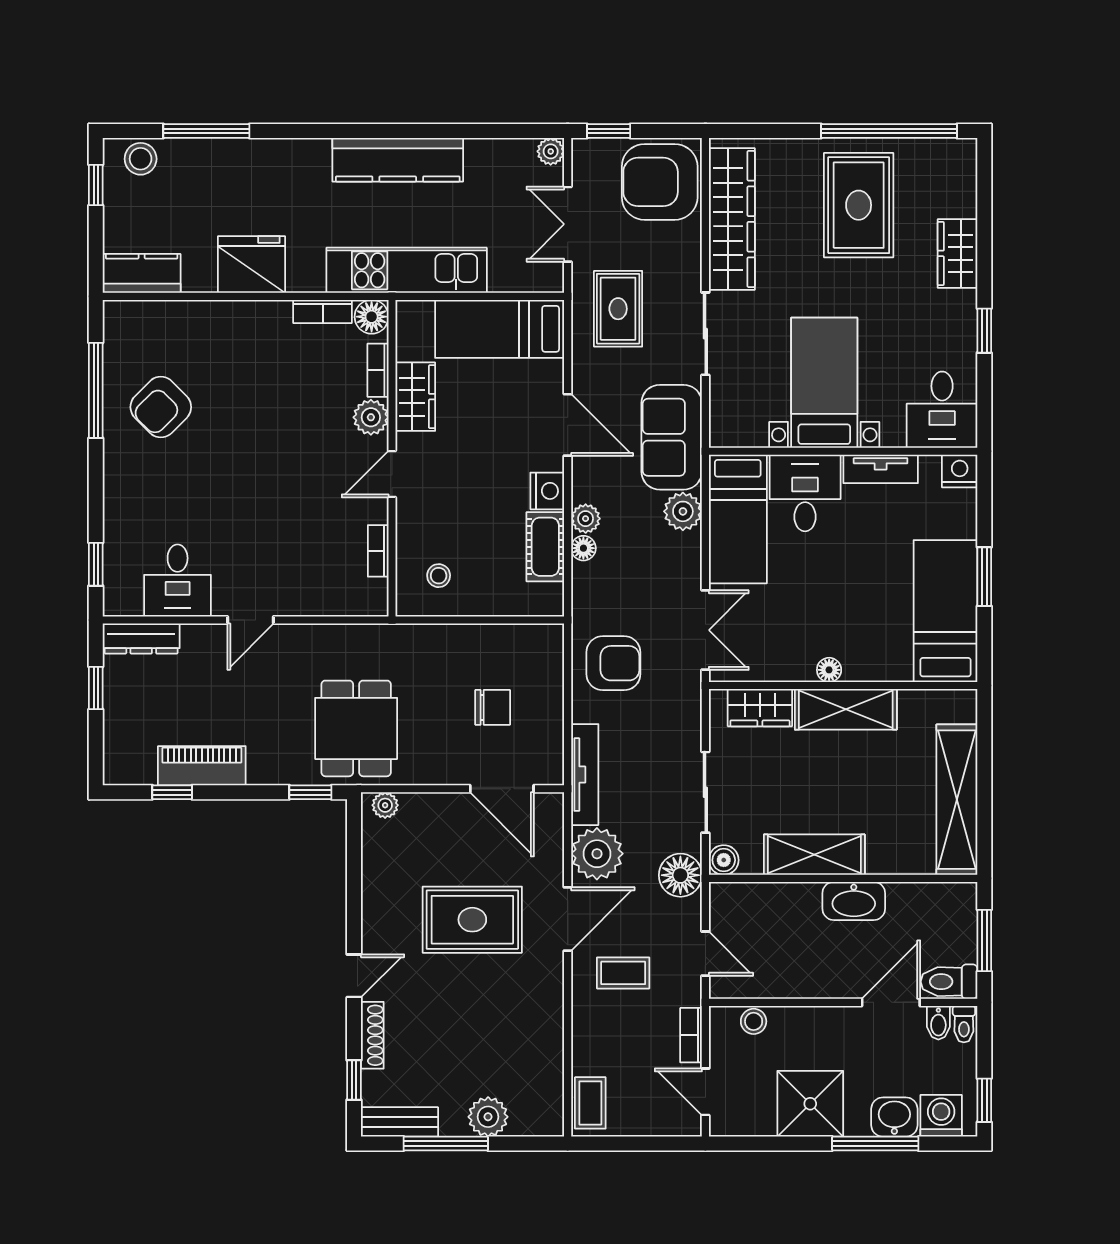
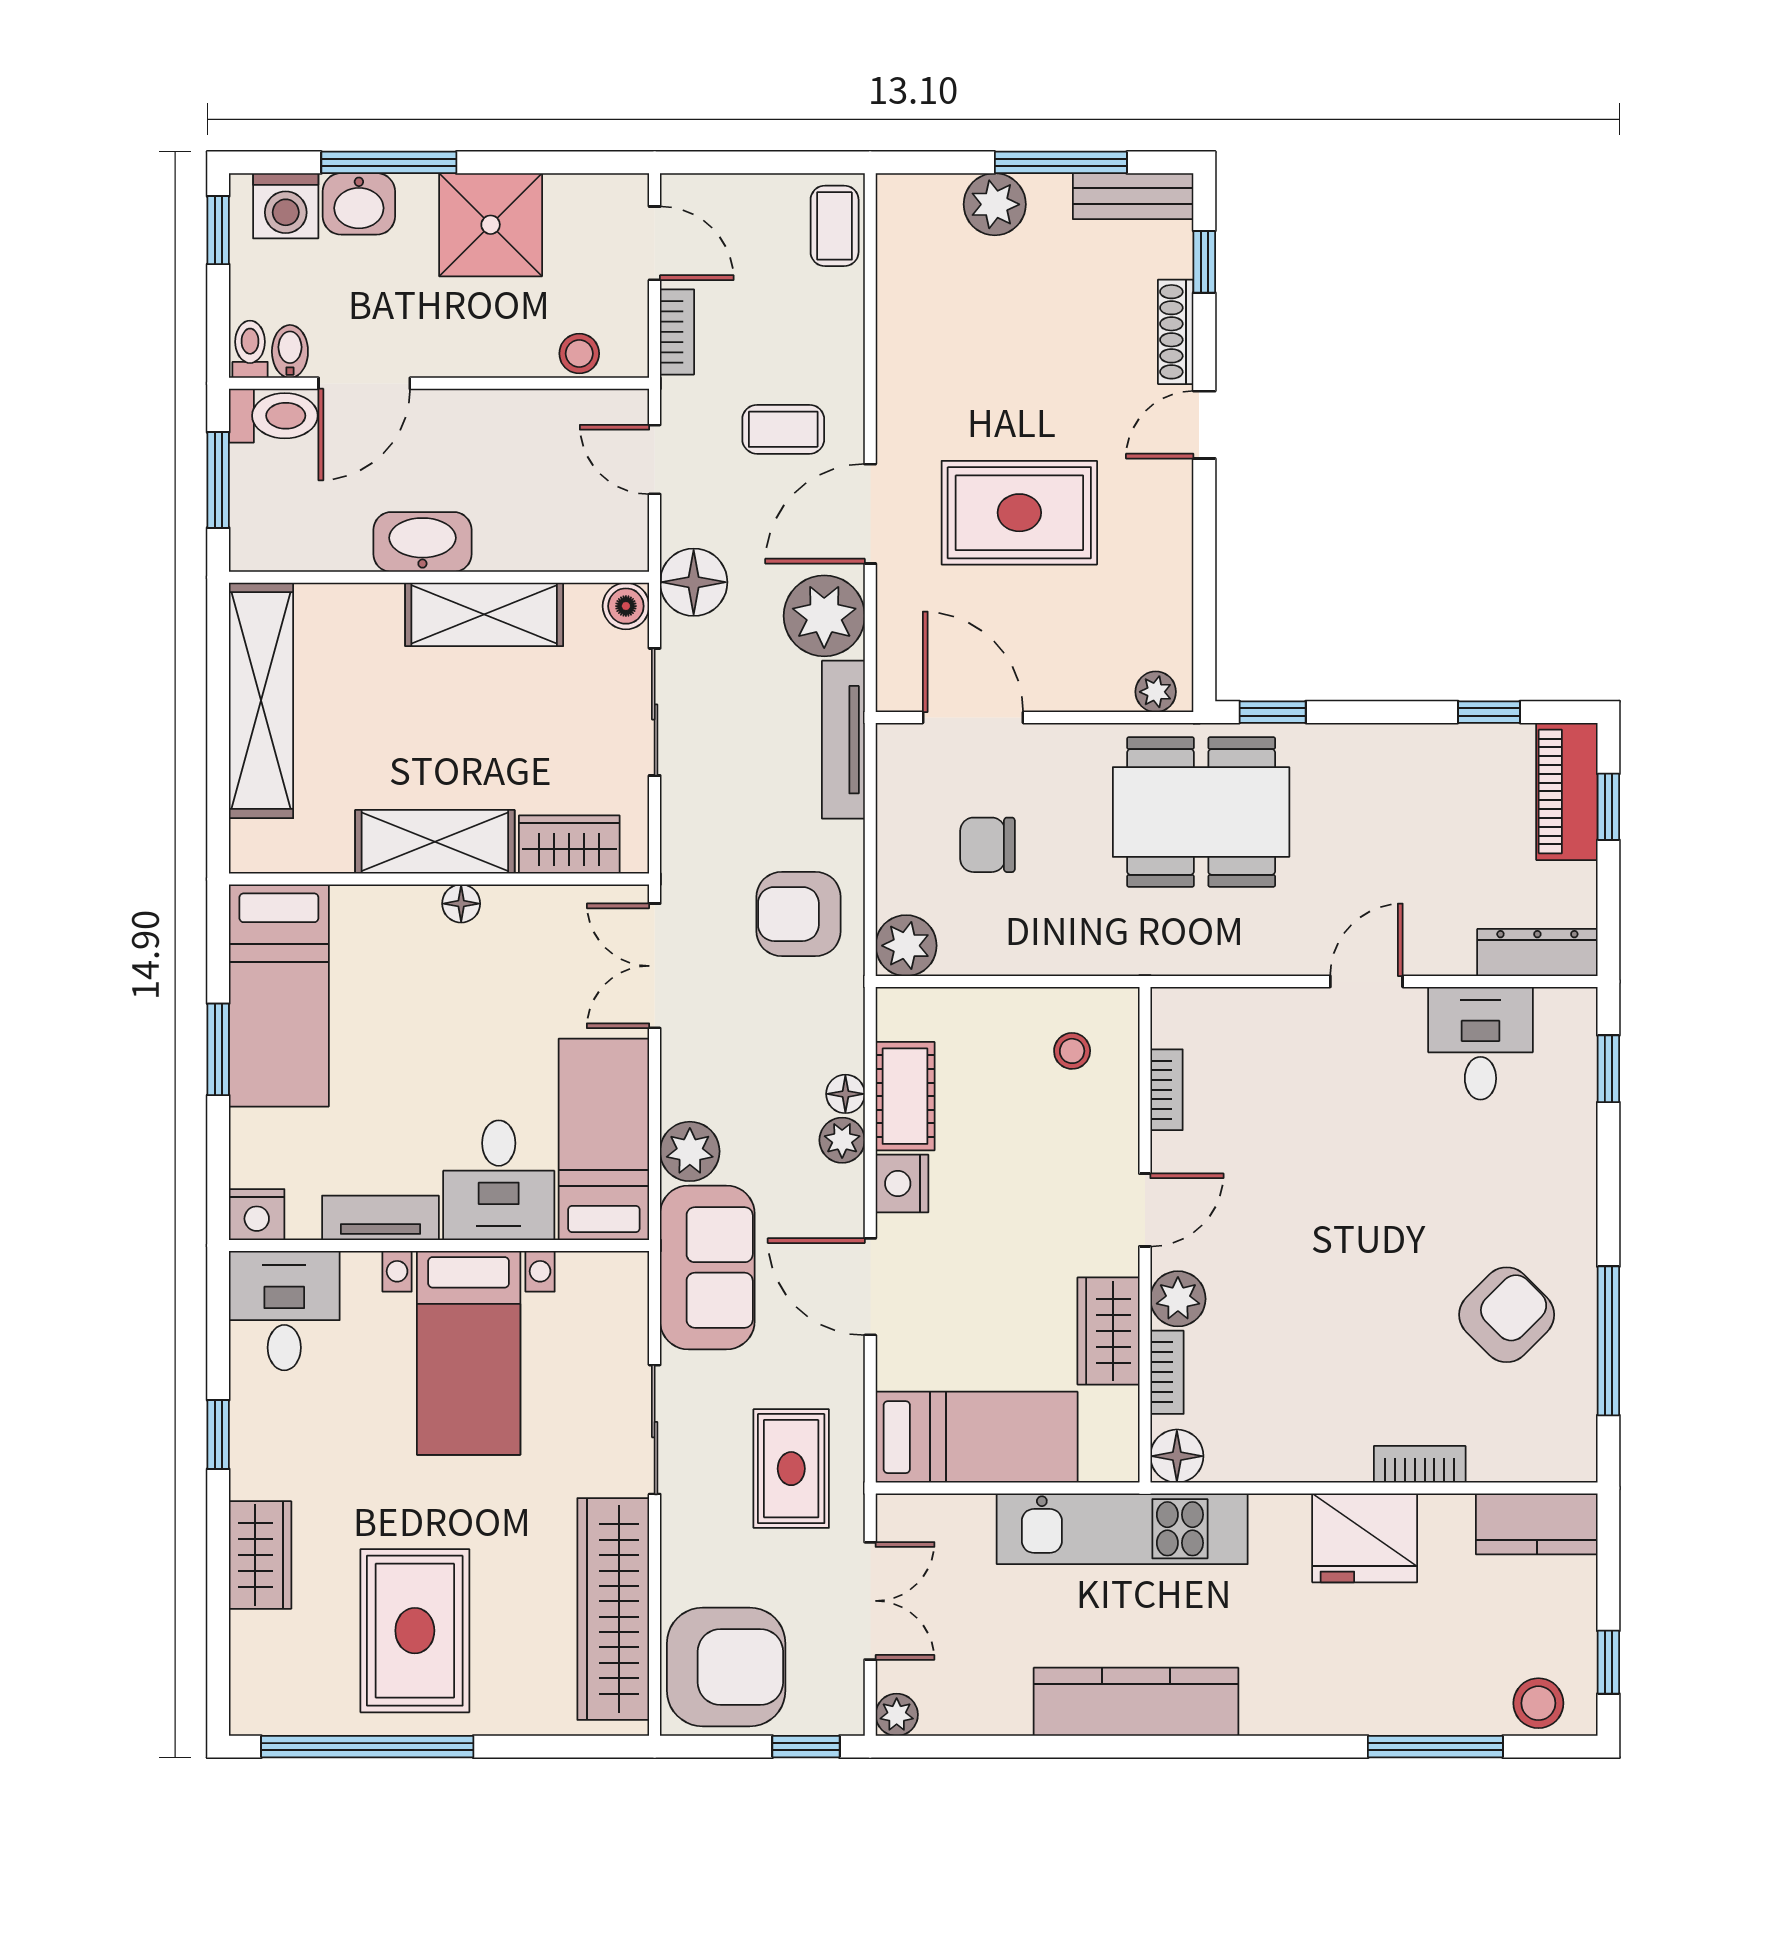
bookcase: (323, 311) -> (1420, 1464), moved
plant: (545, 643) -> (906, 946), added
window: (96, 688) -> (1608, 807), moved
dining table: (356, 728) -> (1201, 812), width x1.38
piano: (202, 766) -> (1567, 791), moved, turned 90

